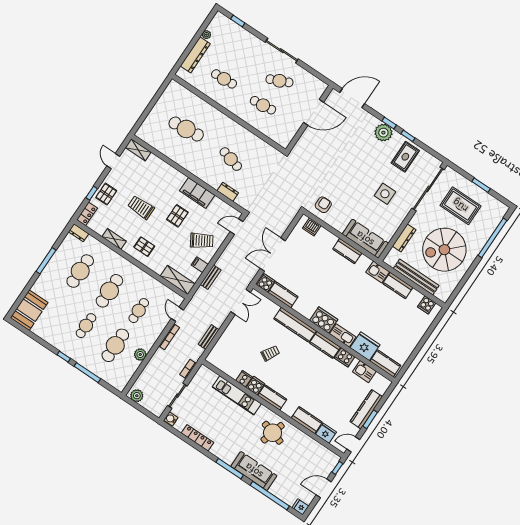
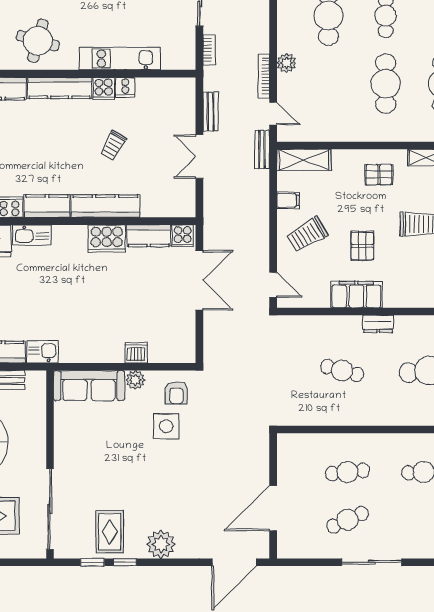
window: (389, 123) -> (92, 562), moved
dresser: (228, 192) -> (378, 324), moved
side table: (385, 194) -> (166, 426), moved
plant: (340, 225) -> (135, 380), added
door: (236, 227) -> (273, 285), hinge flipped
dishwasher: (312, 227) -> (136, 353), moved
dresser: (404, 238) -> (38, 422), removed
kitchen counter: (347, 251) -> (102, 352), removed
bench: (211, 277) -> (262, 149), moved
double door: (241, 302) -> (199, 156), moved
cafe table: (139, 311) -> (328, 84), removed
cooker: (324, 320) -> (107, 239), moved
plant: (140, 355) -> (287, 63), moved
kitchen counter: (272, 397) -> (60, 88), width x1.50

